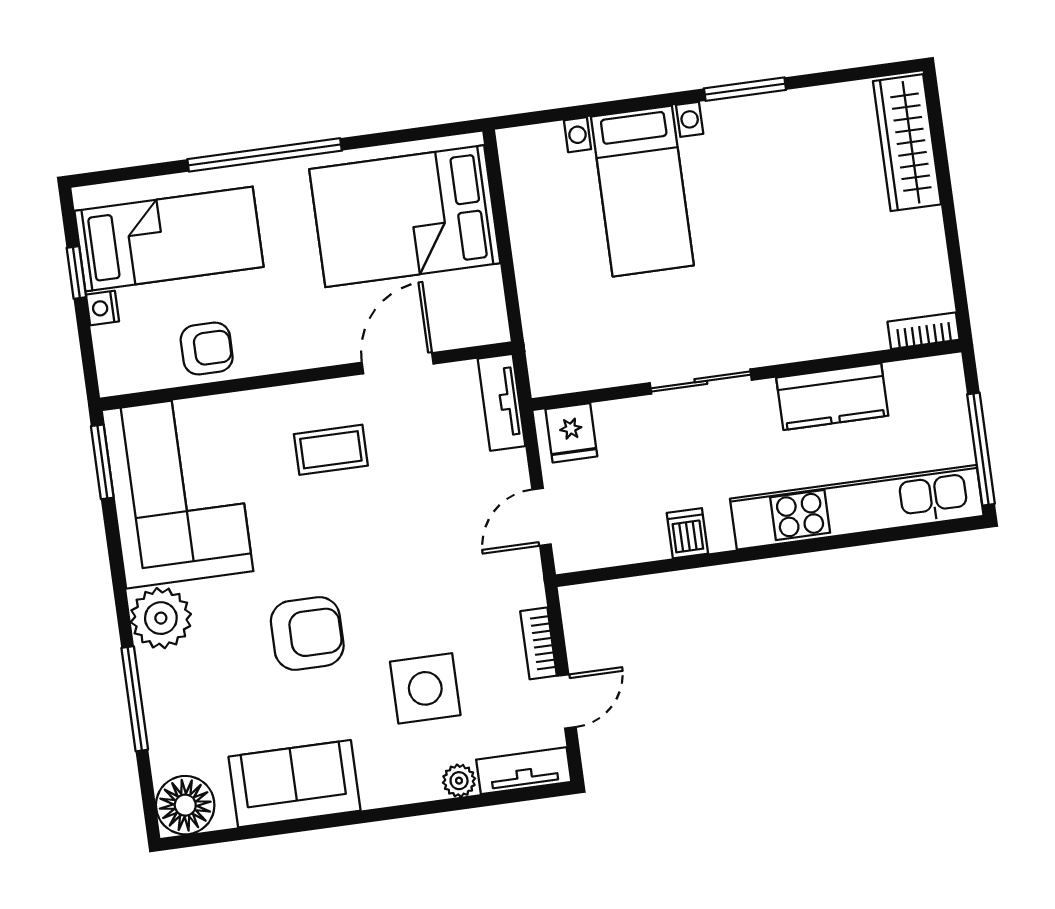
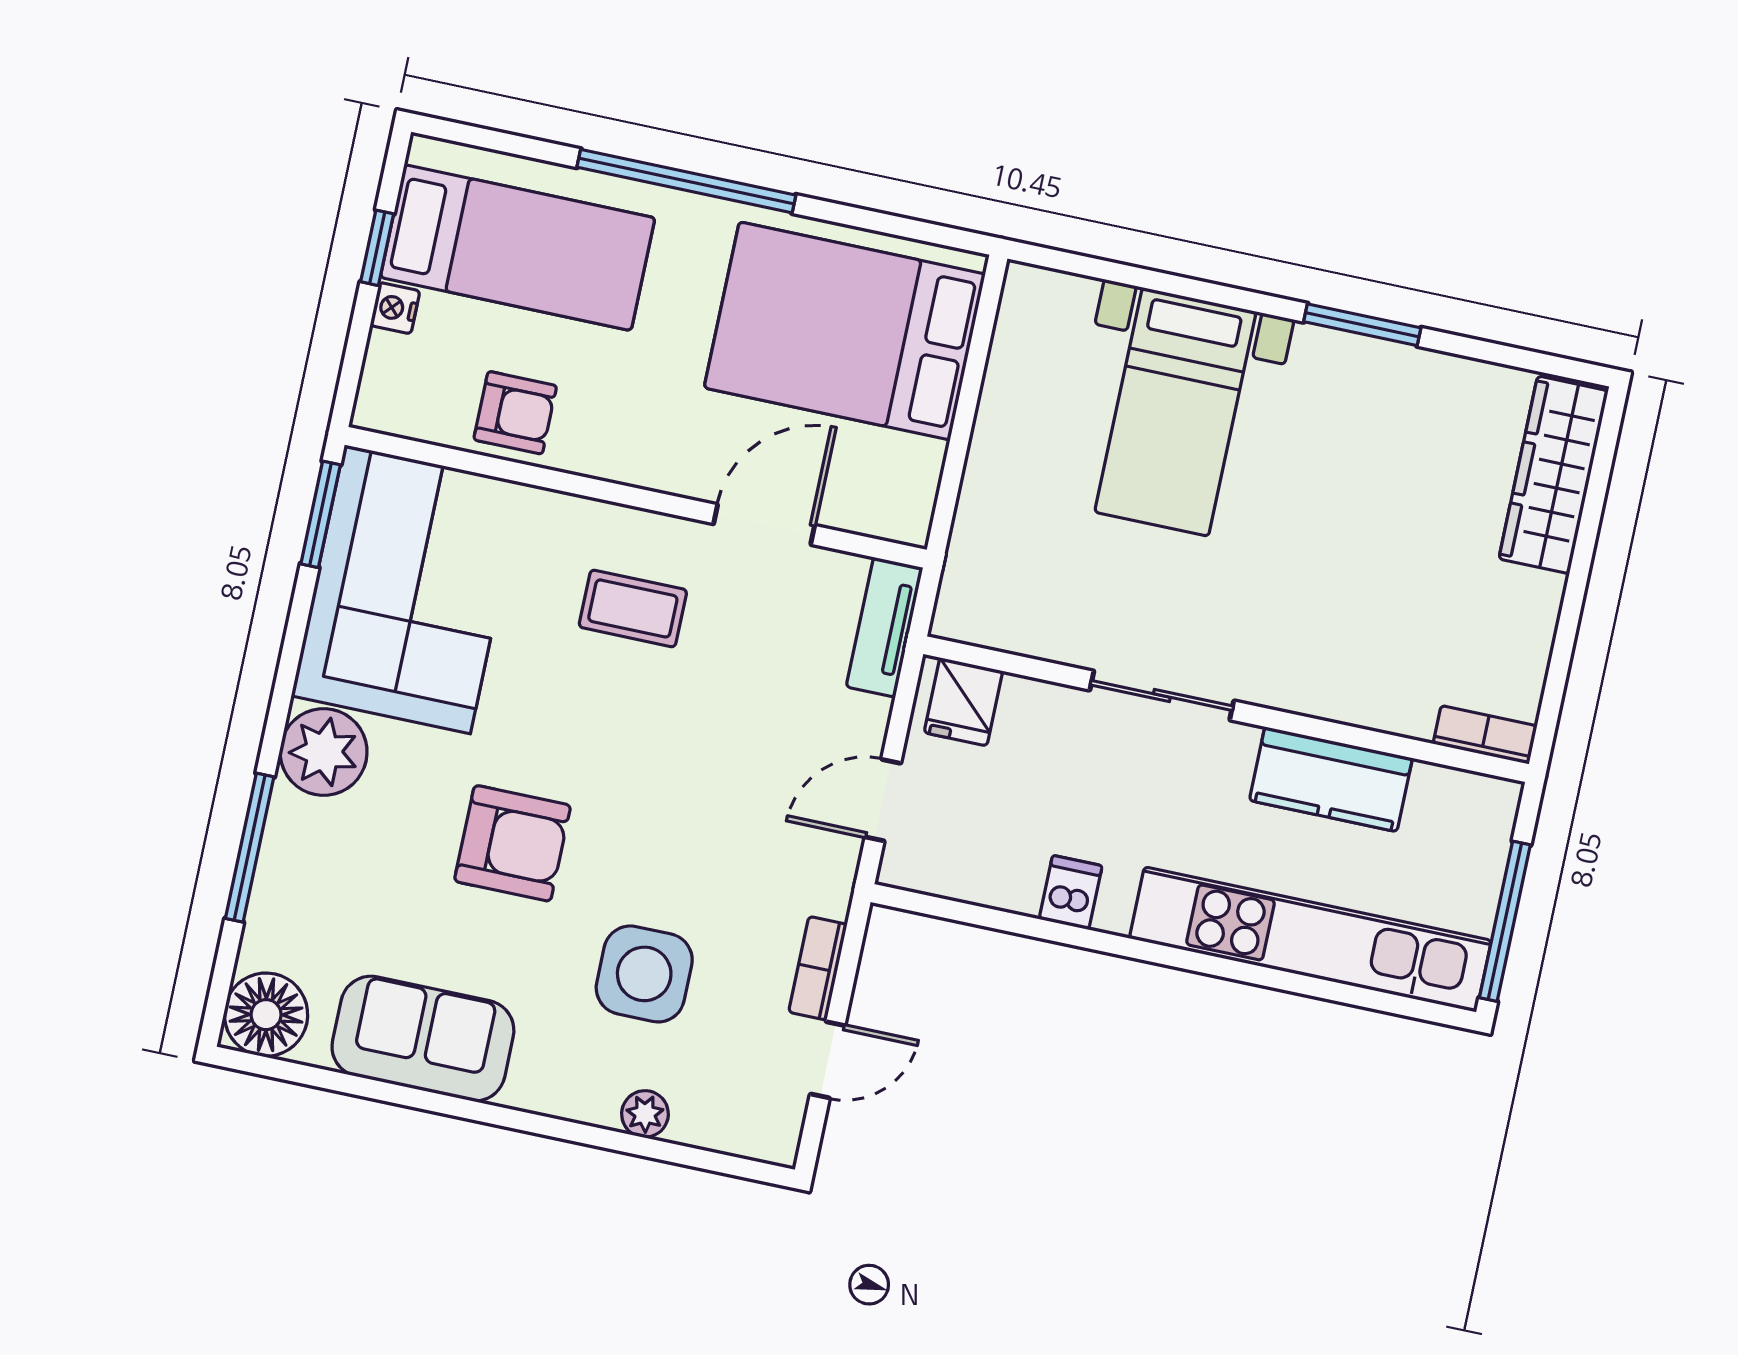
tv unit: (524, 771) -> (737, 1132), removed

